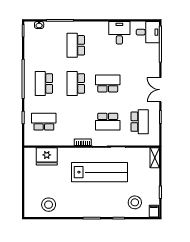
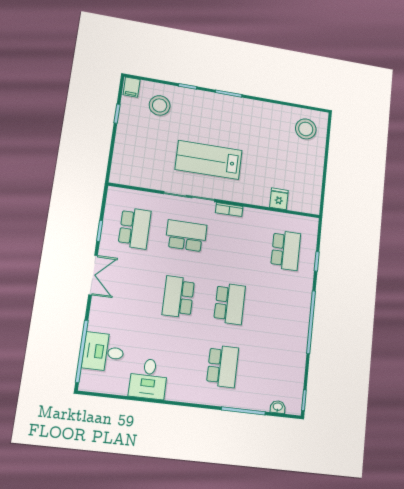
desk: (148, 32) -> (103, 352), moved
school desk: (44, 83) -> (280, 310), removed
school desk: (108, 83) -> (178, 297), turned 90
school desk: (44, 122) -> (286, 250), turned -90
school desk: (140, 122) -> (135, 228), turned 180
fridge: (47, 156) -> (279, 199), width x0.53, depth x0.75
shelving: (155, 158) -> (118, 168), removed
lab bench: (99, 172) -> (209, 160), width x0.73
stool: (49, 205) -> (306, 129), moved

